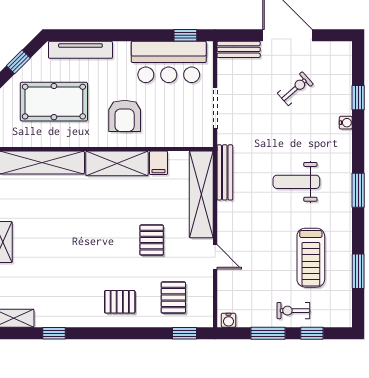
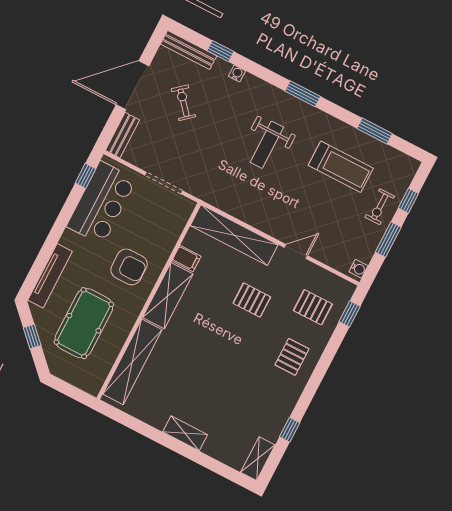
bench: (225, 172) -> (189, 50), moved

